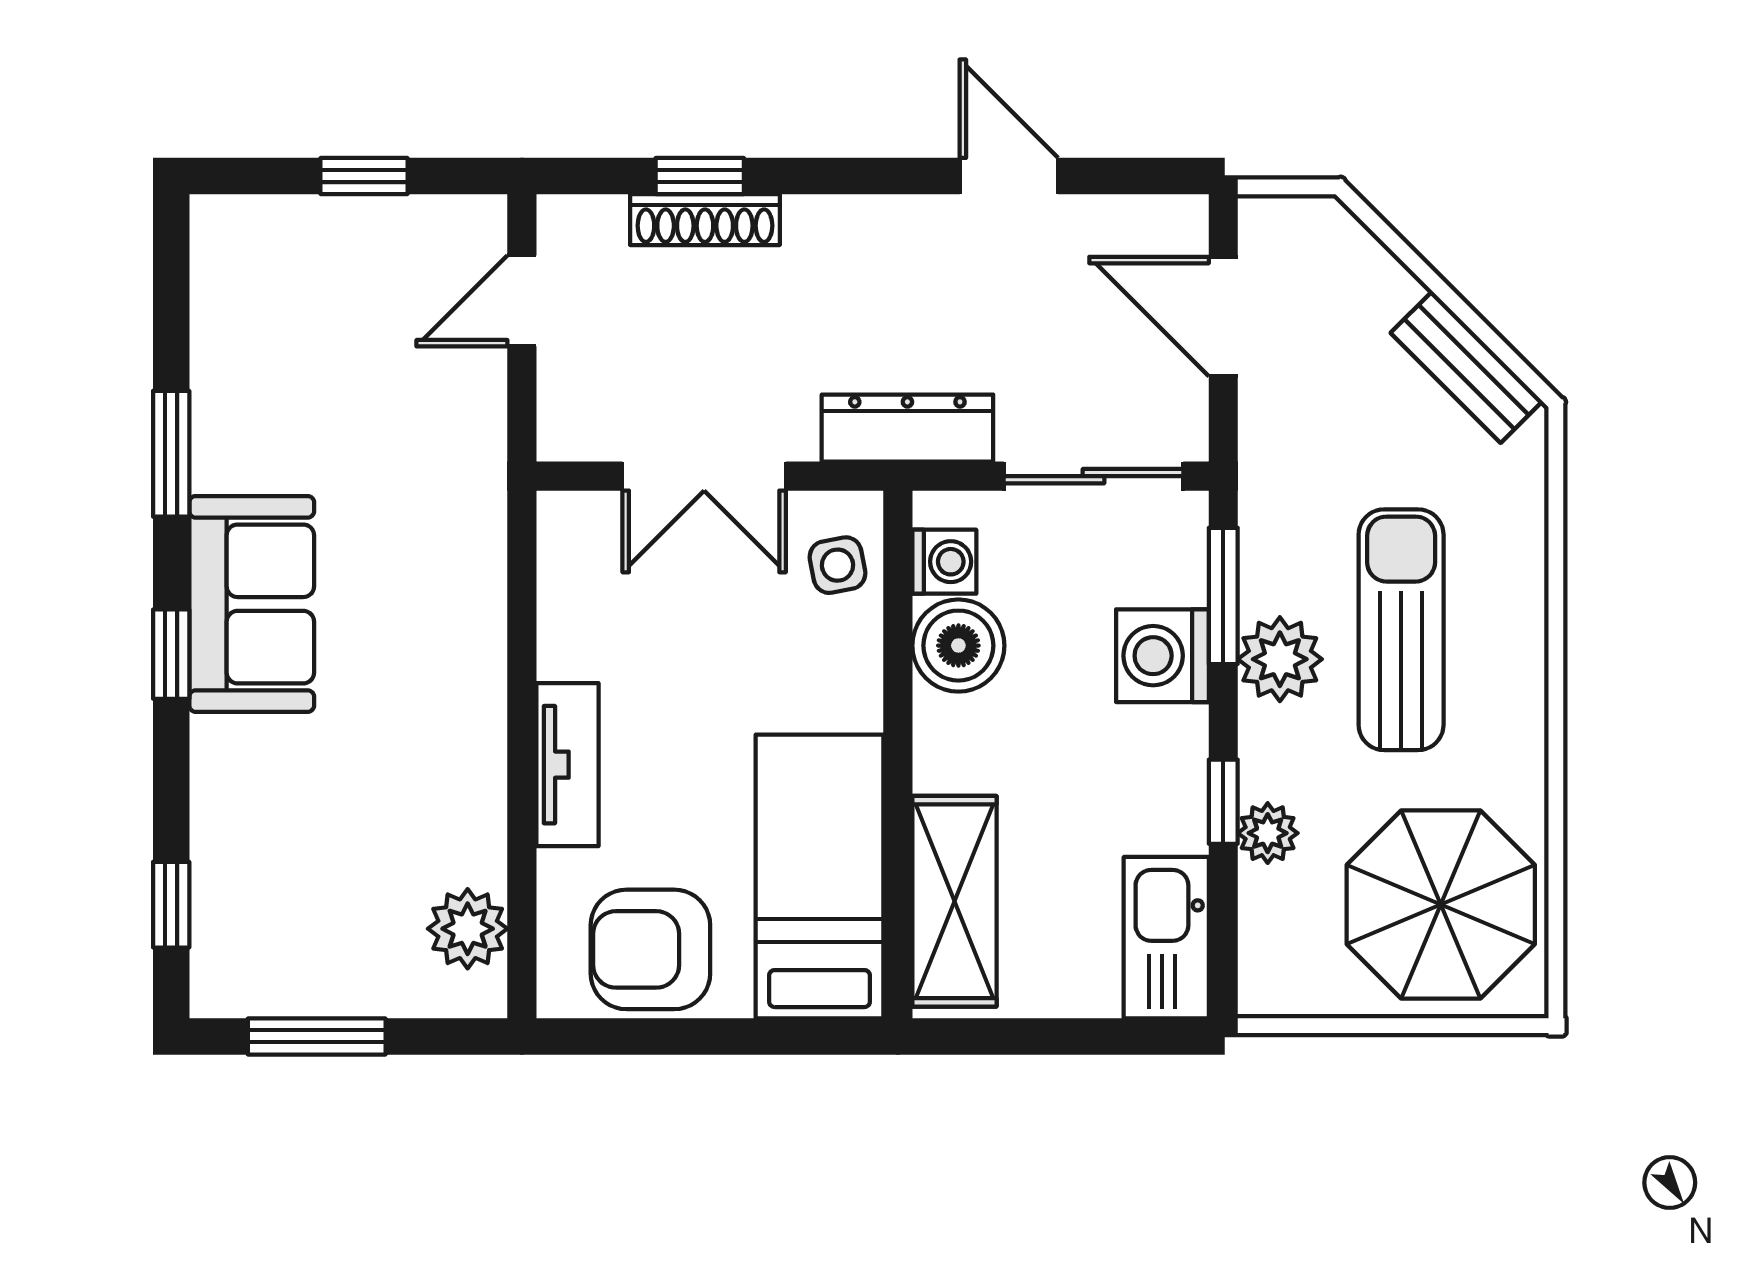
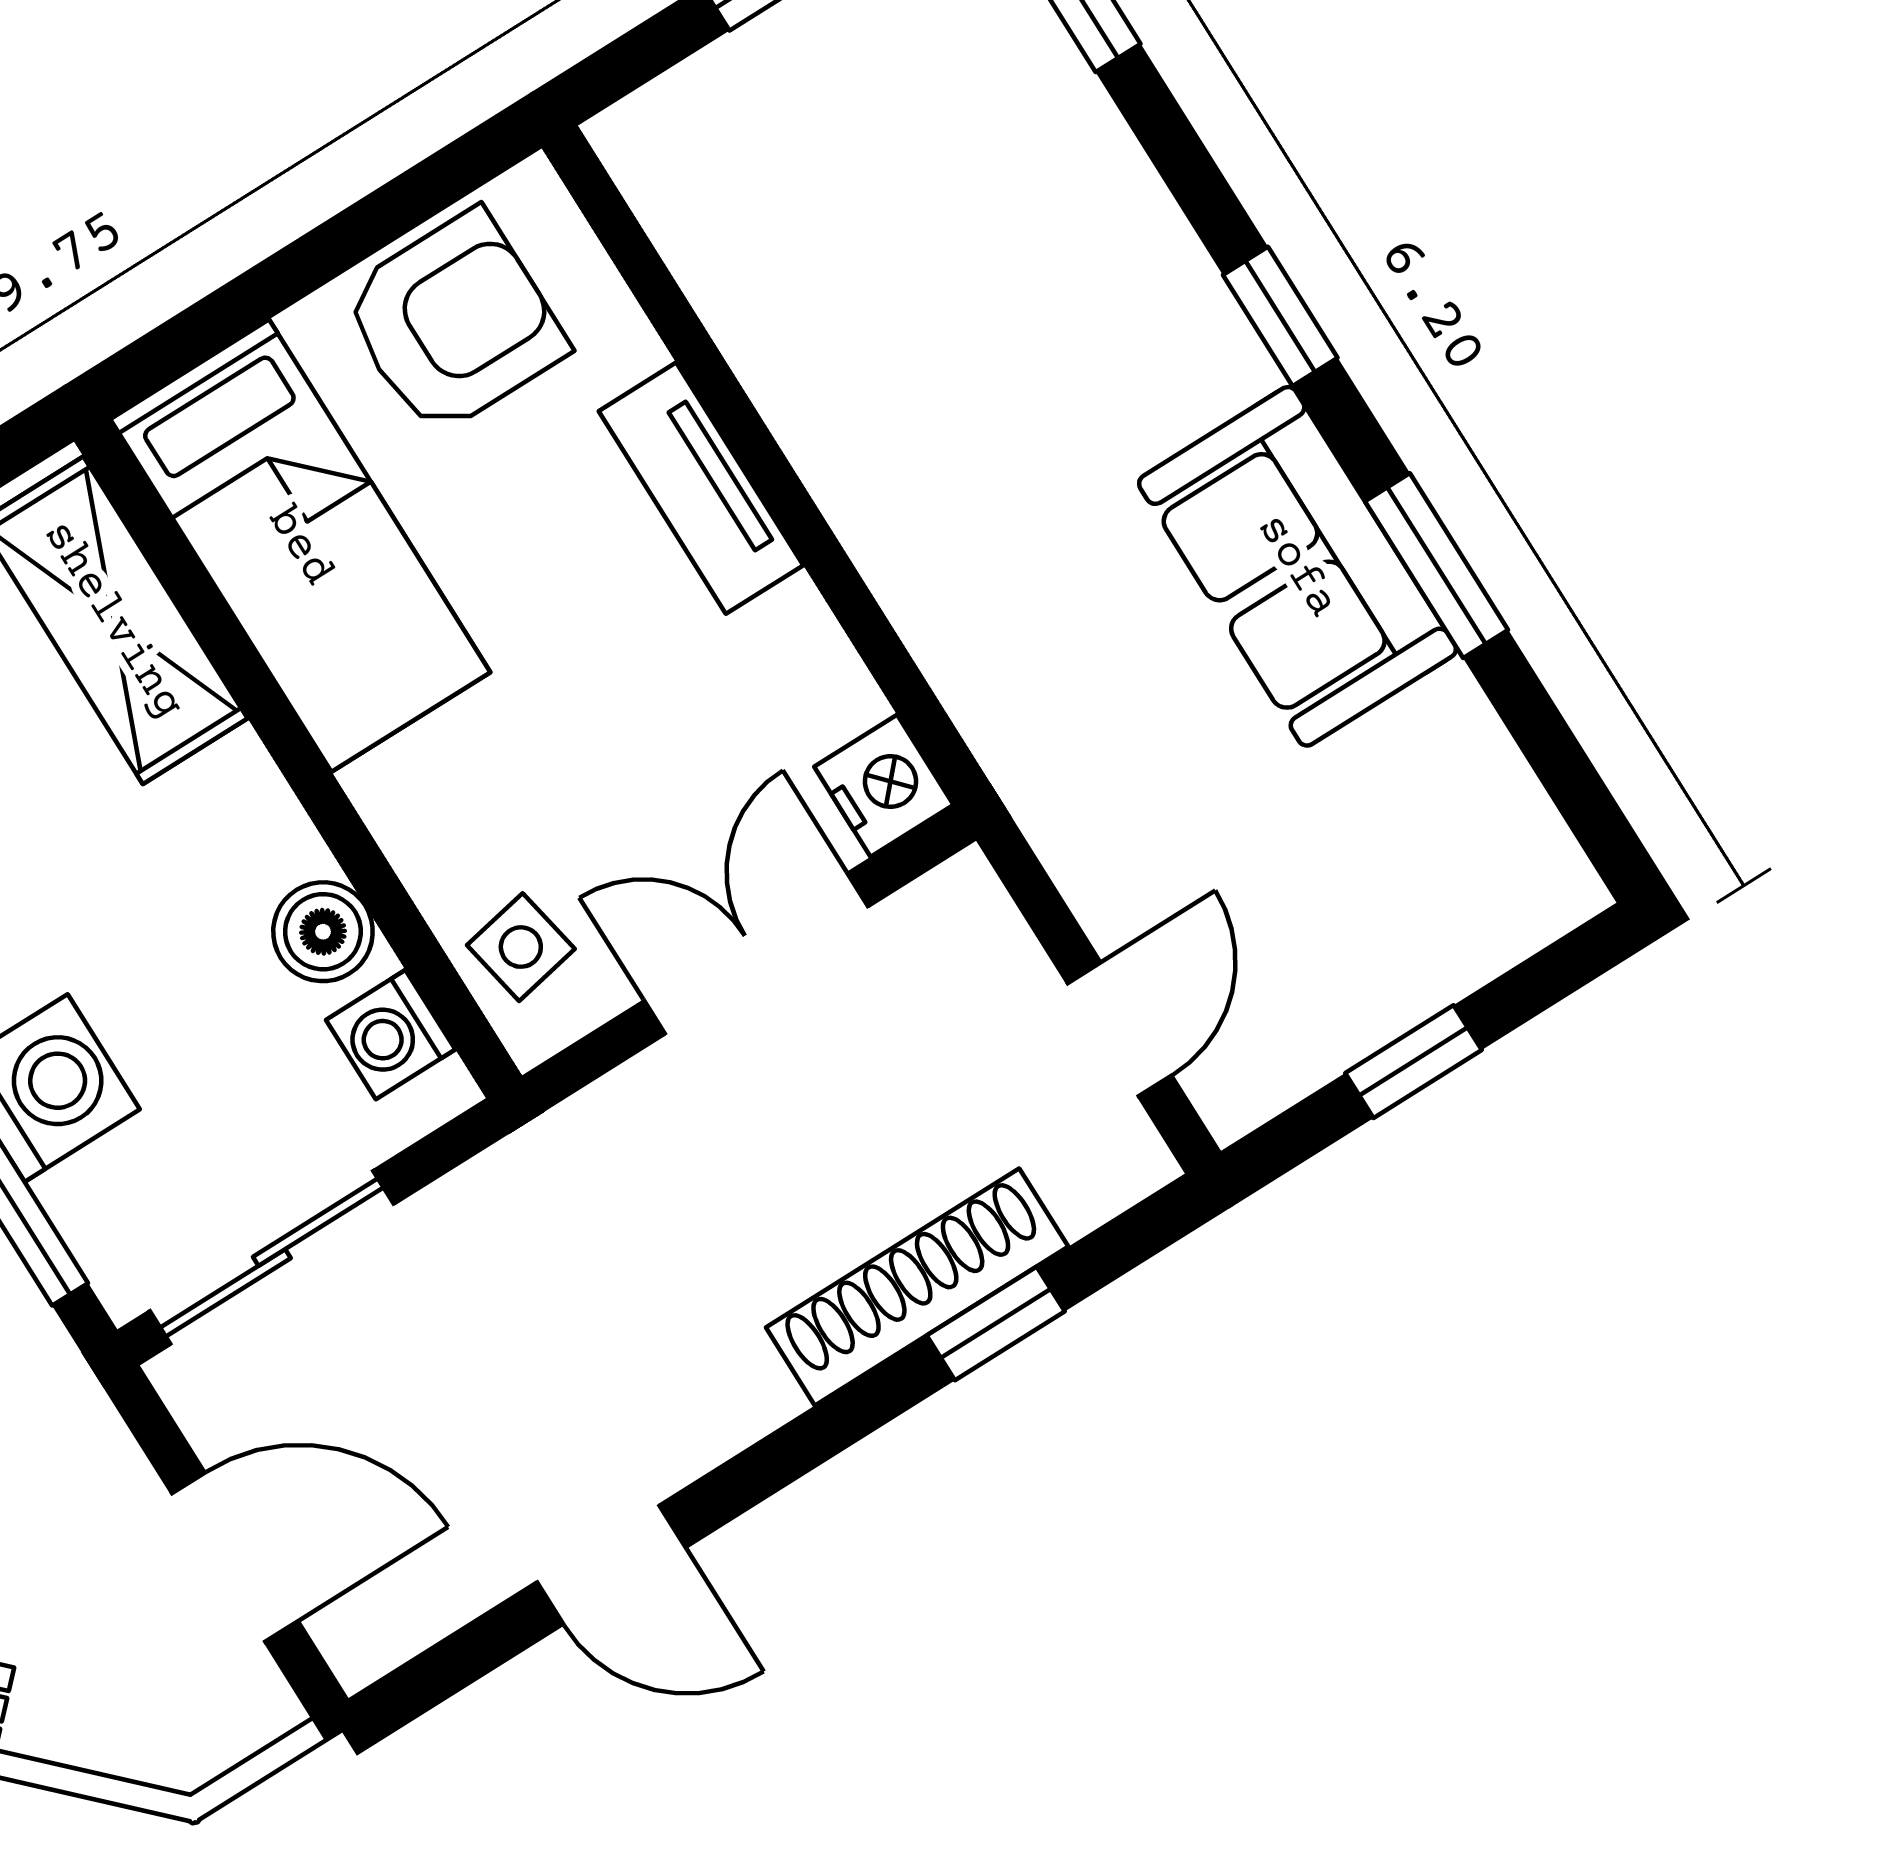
shoe rack: (705, 220) -> (917, 1287), width x1.36, depth x1.24
dresser: (907, 428) -> (541, 1172), removed
nightstand: (570, 527) -> (884, 786), added
sofa: (252, 604) -> (1297, 566), moved
boiler: (958, 646) -> (323, 932), width x0.73, depth x0.73
plant: (468, 929) -> (697, 206), removed

